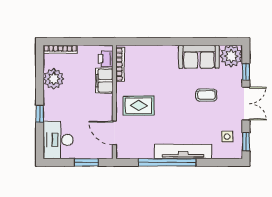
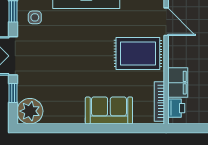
sofa: (199, 57) -> (109, 110), moved
coffee table: (206, 95) -> (59, 66), removed
rug: (139, 106) -> (138, 53), width x1.36, depth x1.43

